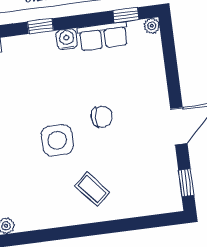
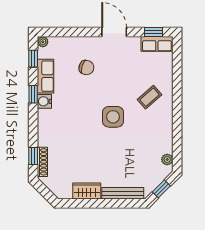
window: (40, 26) -> (33, 94), moved
chair: (102, 117) -> (86, 68), moved, turned 106
row of seats: (170, 190) -> (157, 44), added

